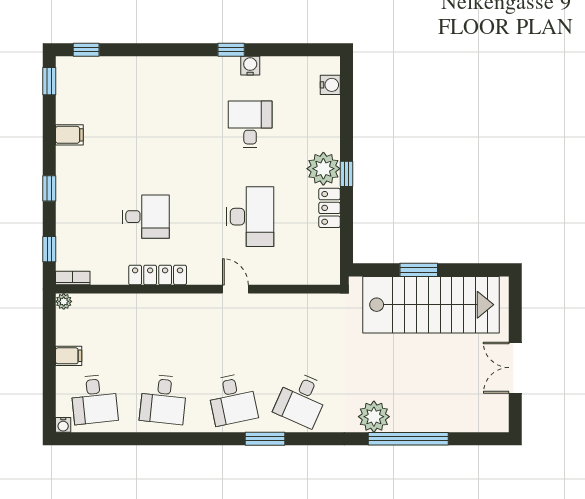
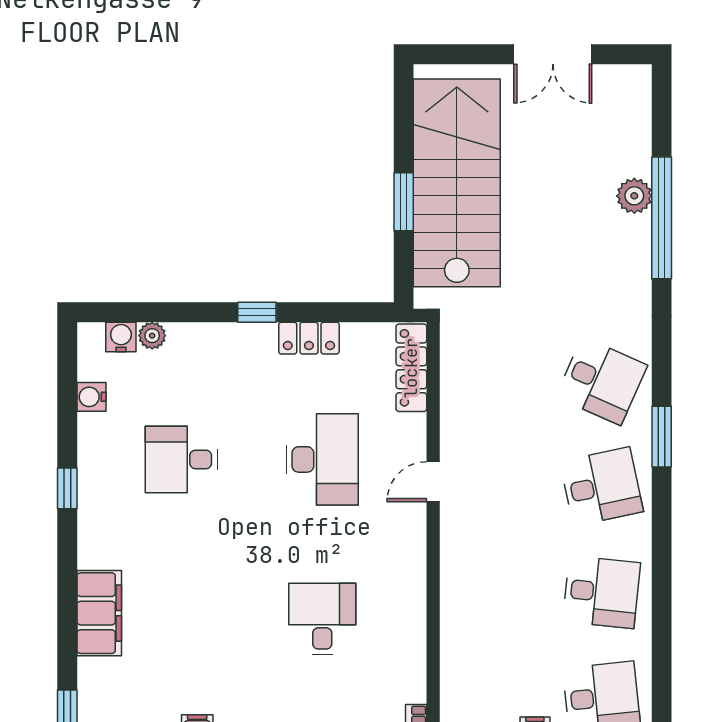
water cooler: (250, 66) -> (91, 397), moved
filing cabinet: (150, 71) -> (99, 613), added
plant: (323, 169) -> (152, 336), moved, width x0.53, depth x0.53
desk: (250, 217) -> (322, 459), turned 90
locker: (158, 275) -> (411, 368), moved
plant: (374, 417) -> (634, 196), moved, width x0.73, depth x0.73

